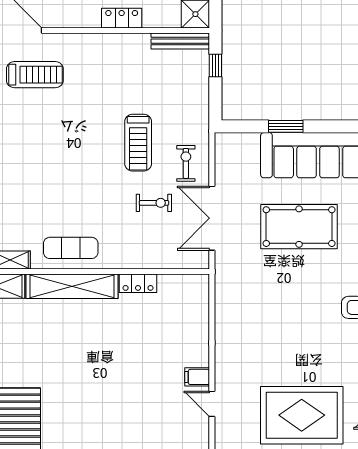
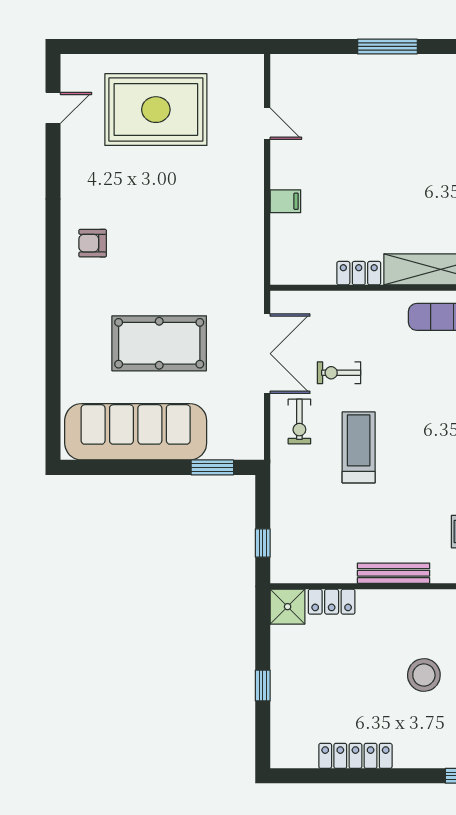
locker: (122, 18) -> (332, 602), moved
bench: (180, 41) -> (394, 573), moved
window: (286, 126) -> (212, 467), moved
filing cabinet: (197, 377) -> (285, 201), moved

